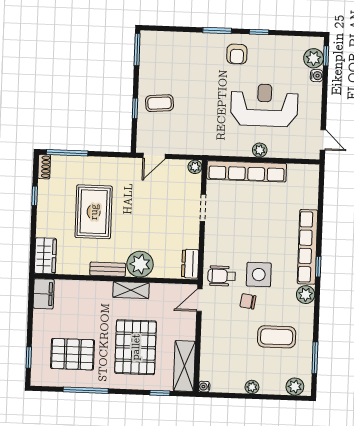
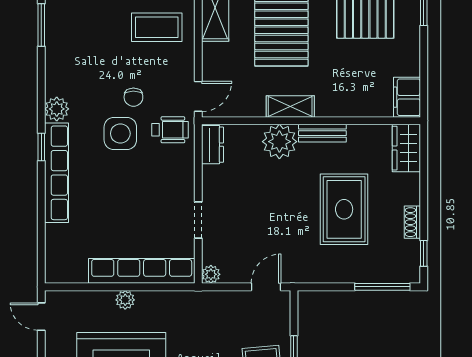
shoe rack: (44, 167) -> (412, 222), moved
window: (35, 196) -> (424, 253), moved
chair: (248, 301) -> (133, 97), turned 82
coffee table: (277, 337) -> (157, 27), moved

